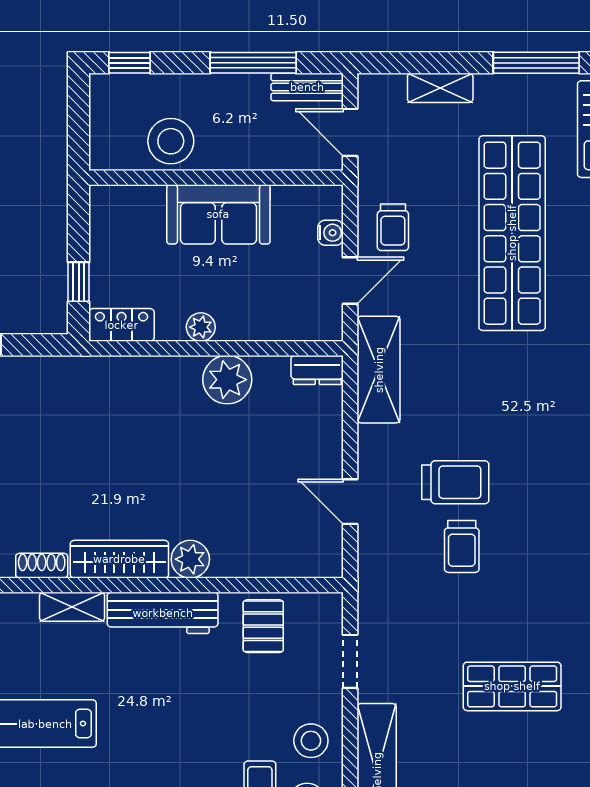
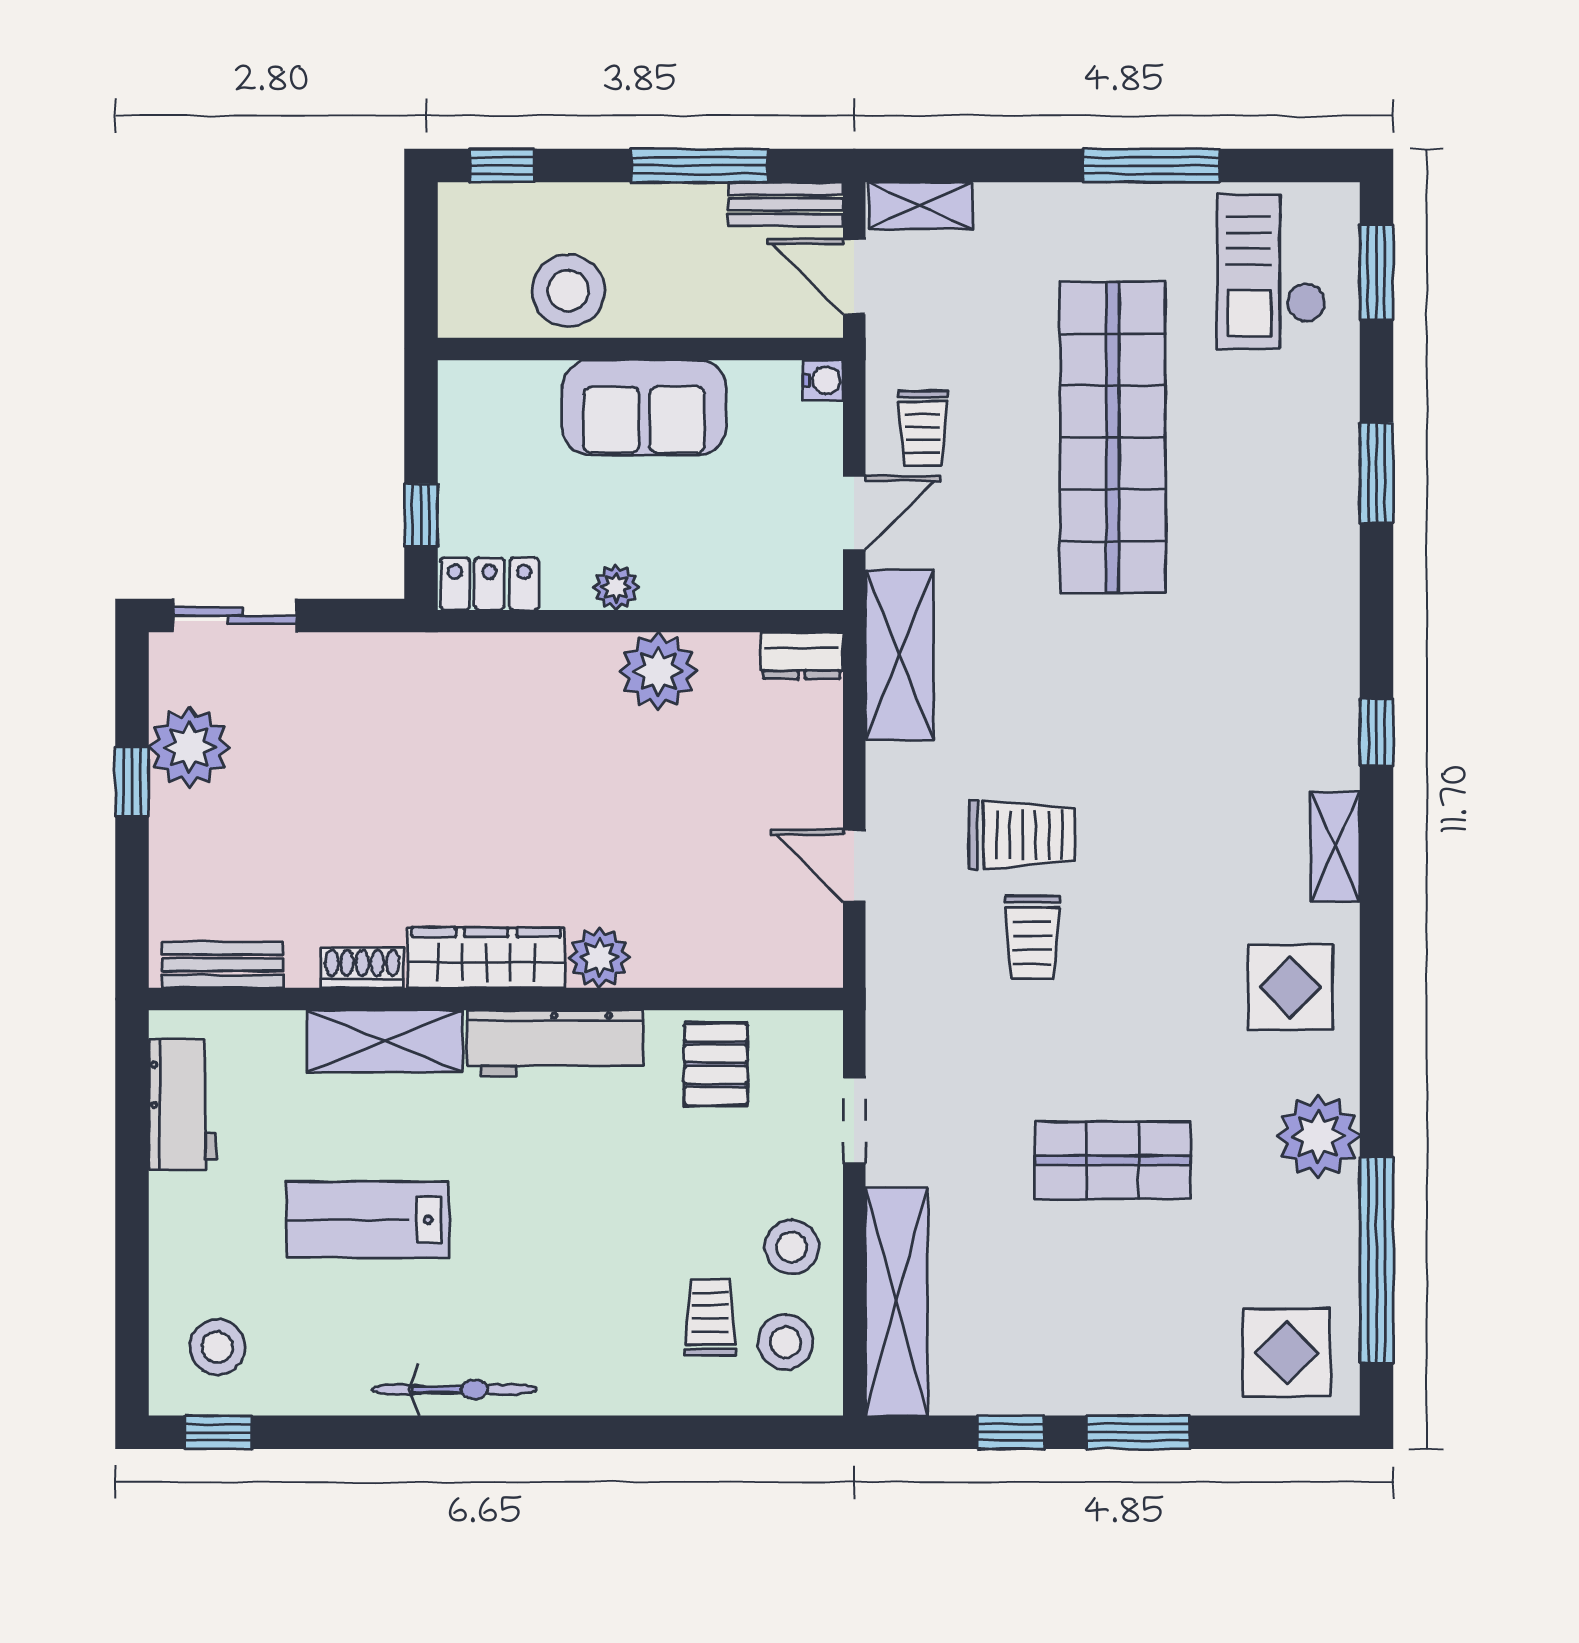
shelving: (440, 88) -> (920, 206), moved
water cooler: (331, 233) -> (823, 380), moved
shelving: (72, 607) -> (385, 1041), width x1.50, depth x1.33

